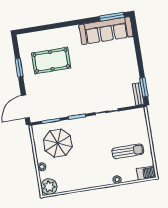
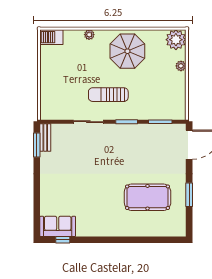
window: (112, 17) -> (63, 240), width x0.46
sofa: (106, 31) -> (58, 226), width x0.54, depth x0.79
parasol: (58, 143) -> (127, 51), moved
sun lounger: (128, 151) -> (108, 95), moved

